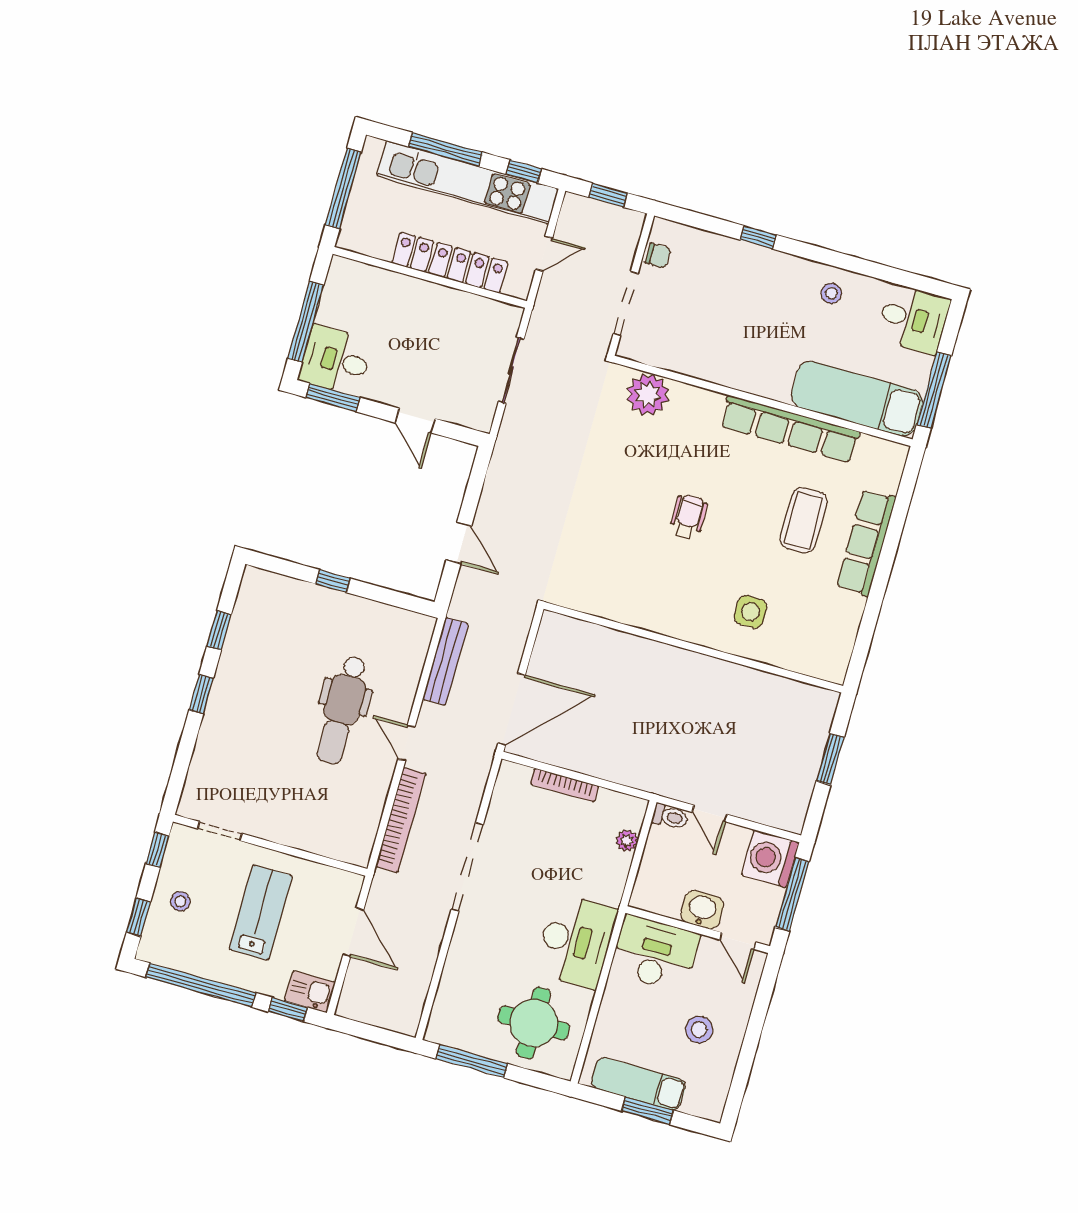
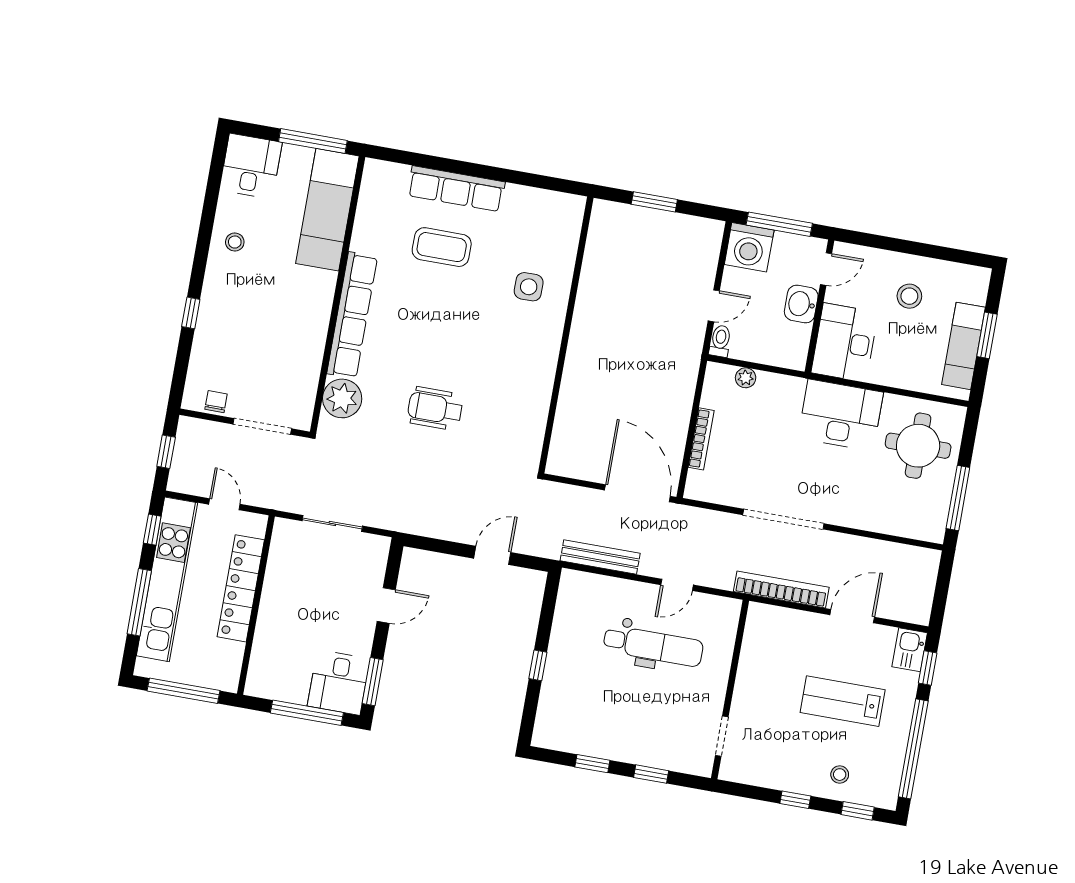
row of seats: (790, 429) -> (352, 315), moved
wheelchair: (688, 517) -> (435, 408), moved, width x1.36, depth x1.37
bookcase: (401, 820) -> (781, 589), moved
doorway: (220, 831) -> (722, 736), moved
wall: (270, 845) -> (730, 689), moved

